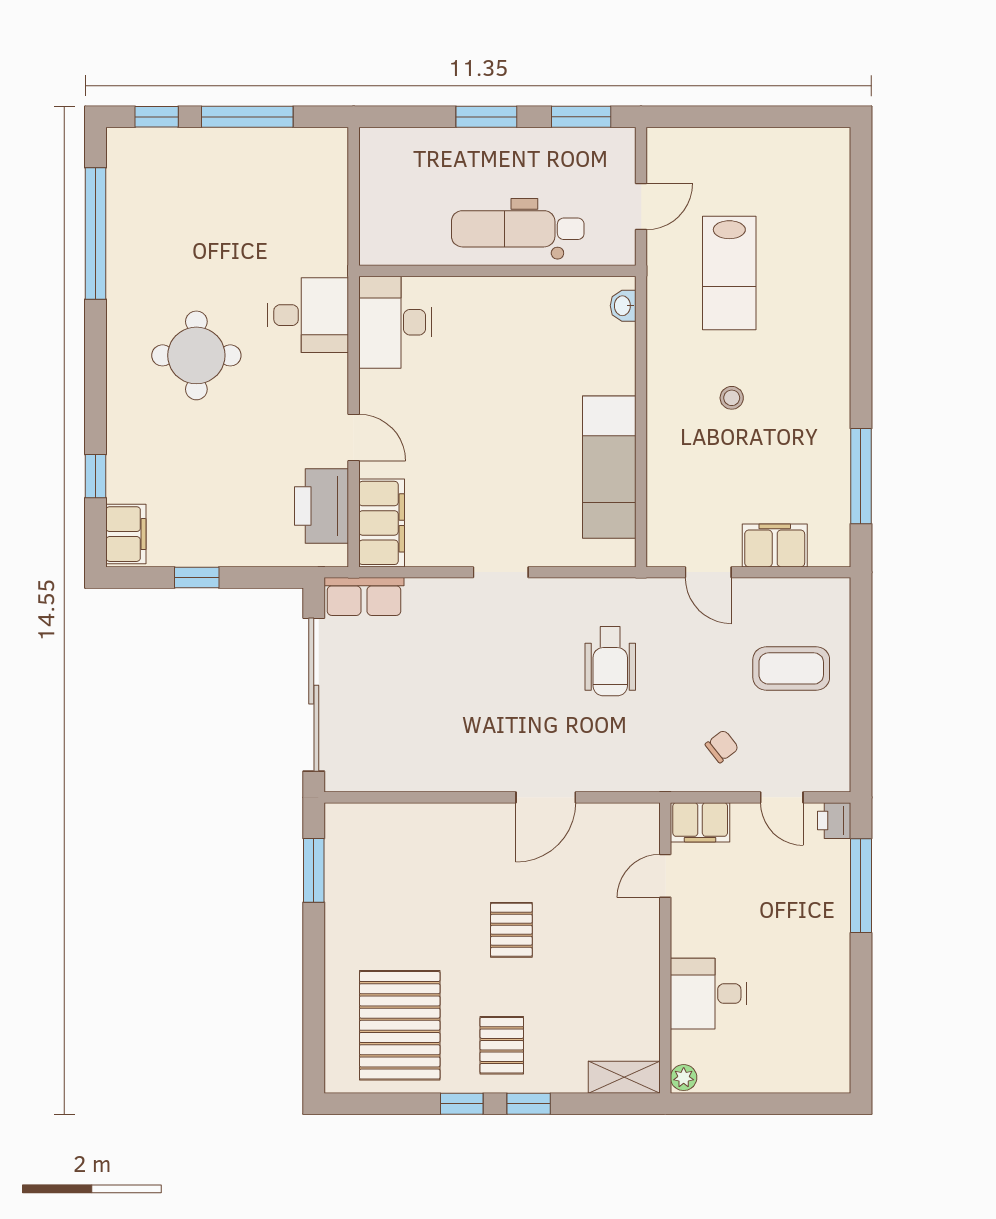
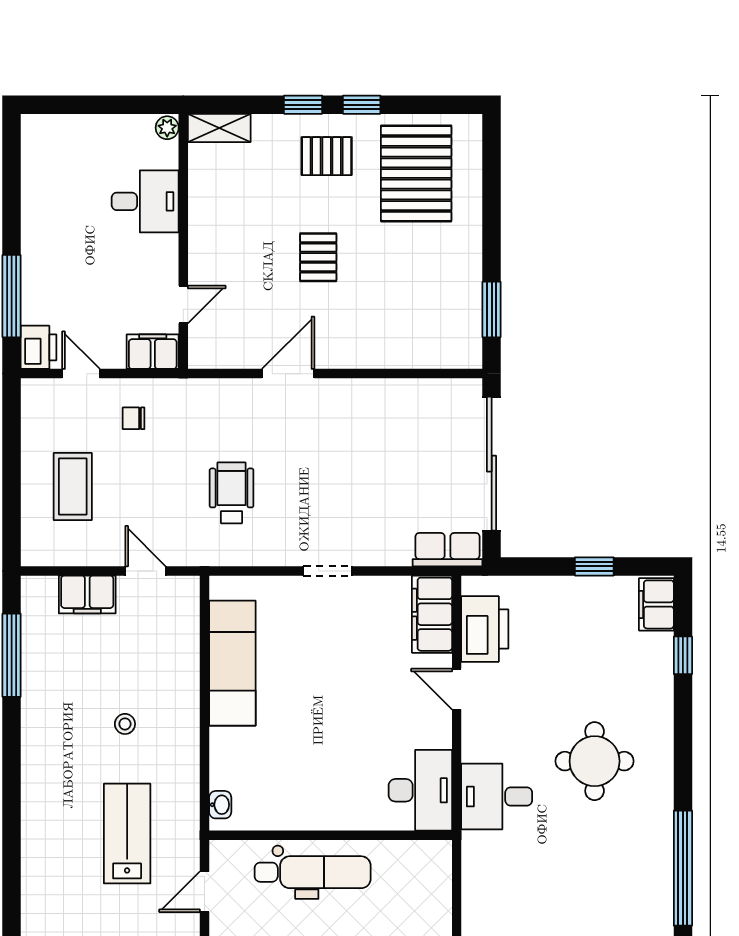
coffee table: (791, 668) -> (73, 487), turned 90
chair: (722, 746) -> (134, 418), turned 38
printer: (834, 821) -> (39, 347), width x1.36, depth x1.24
pallet: (502, 1045) -> (327, 156), turned 90

